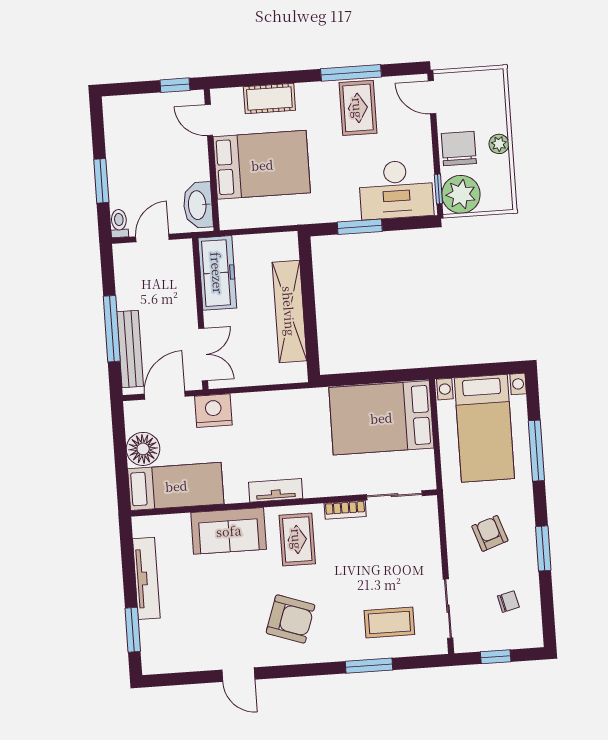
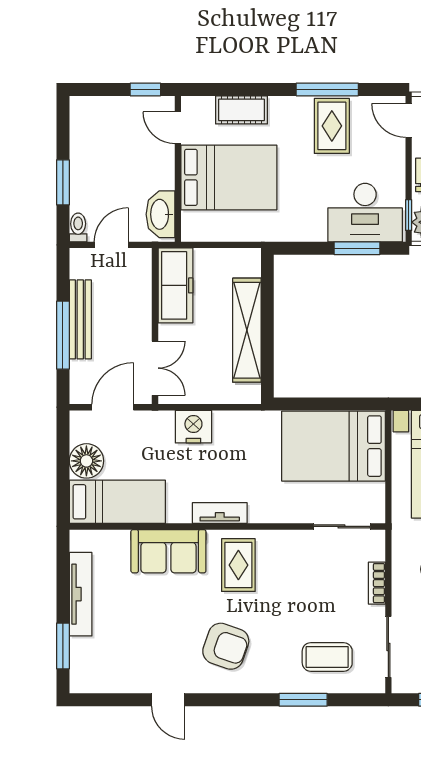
window: (360, 227) -> (357, 248), moved
bench: (130, 349) -> (80, 319), moved
nightstand: (213, 411) -> (193, 427), moved
bookcase: (345, 510) -> (377, 583), moved, turned 90

